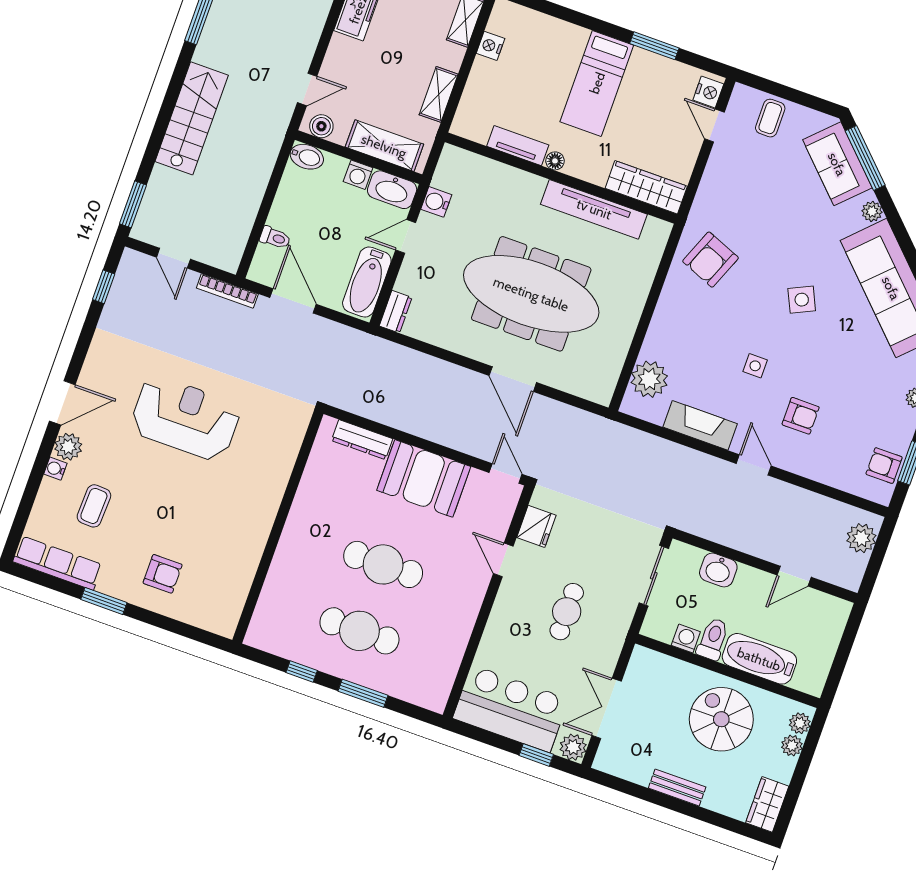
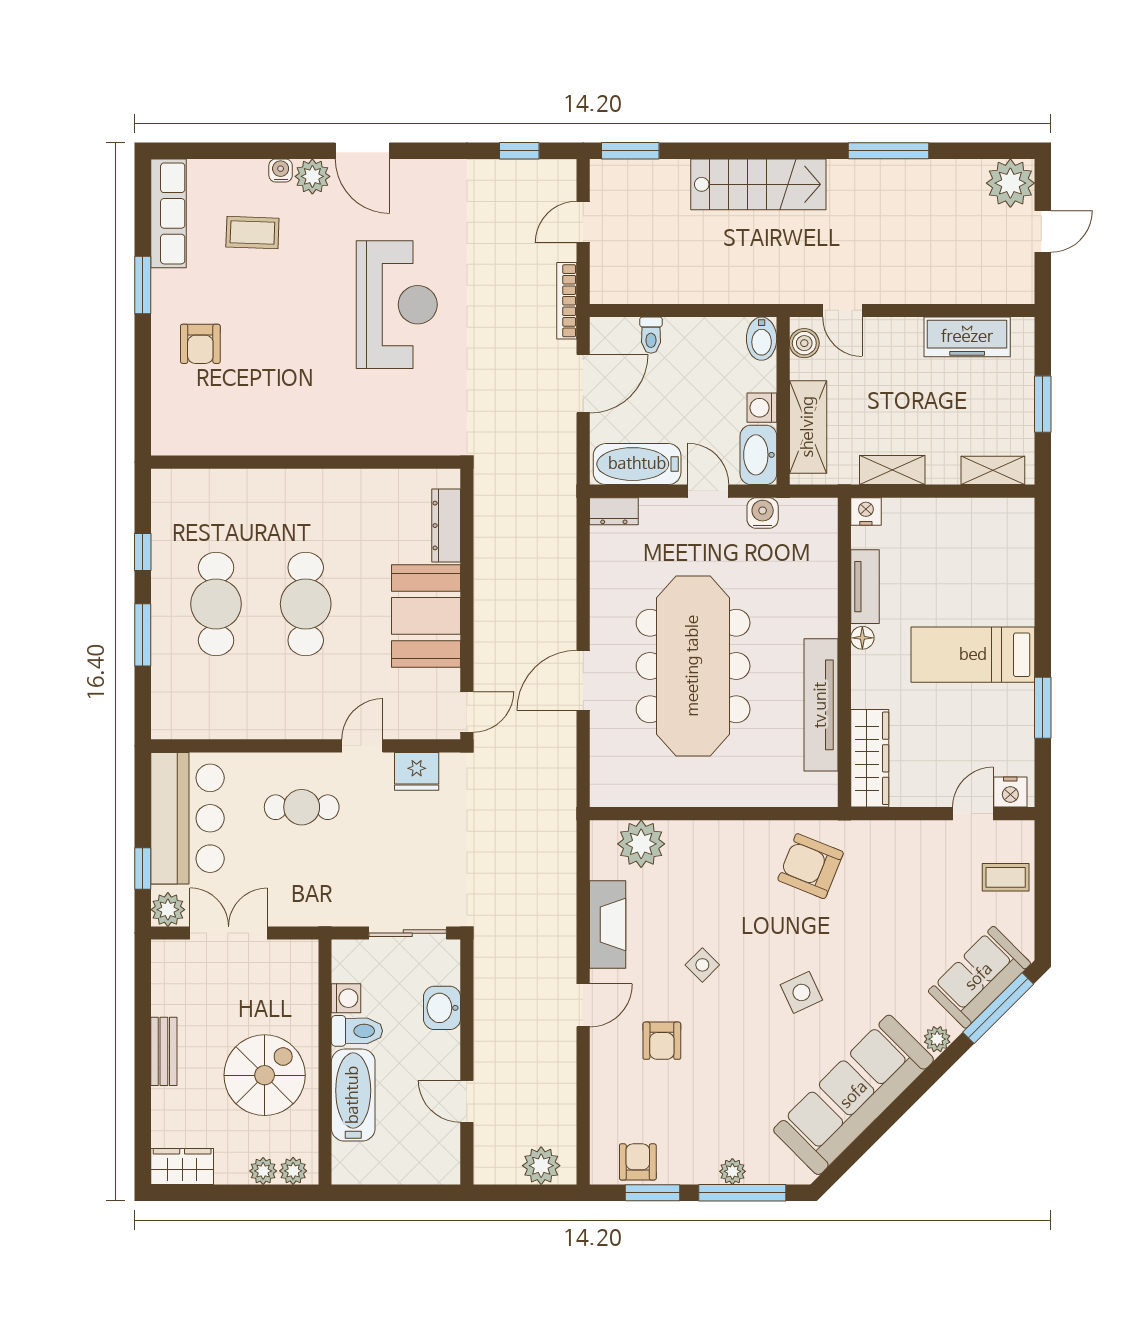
nightstand: (491, 46) -> (866, 511), moved
side table: (755, 366) -> (702, 965), turned 45
cafe table: (567, 612) -> (302, 807), moved

